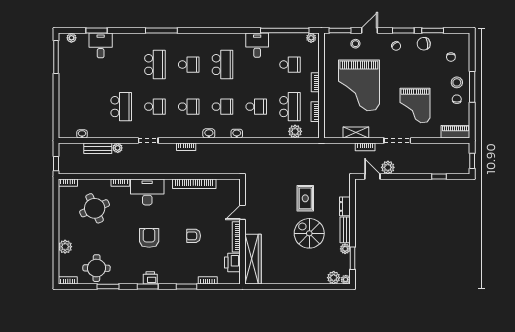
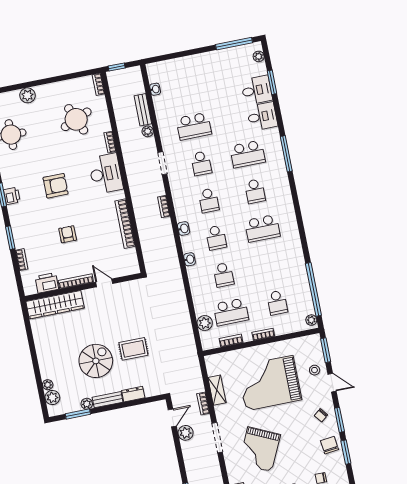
desk: (257, 45) -> (262, 116), moved
grand piano: (415, 105) -> (260, 449), turned -65
plant: (346, 280) -> (48, 385), moved

